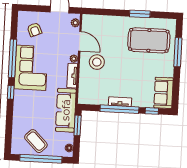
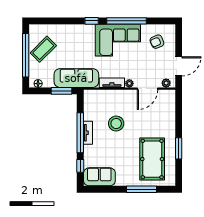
stool: (97, 62) -> (116, 124), moved

